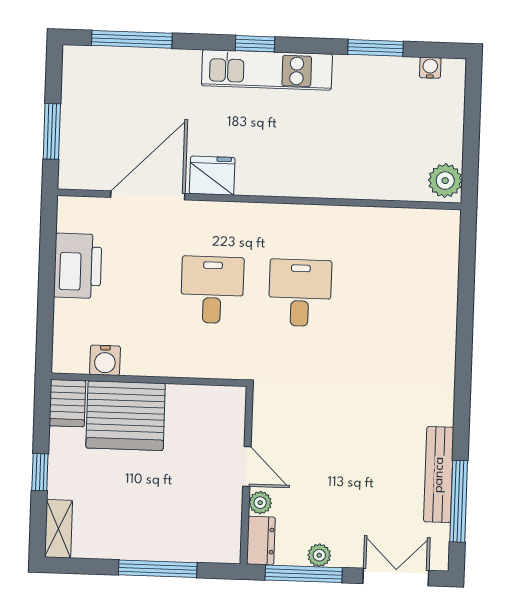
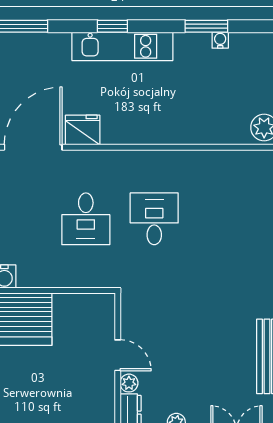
water cooler: (430, 68) -> (220, 40), moved
desk: (212, 290) -> (86, 219), turned 180

